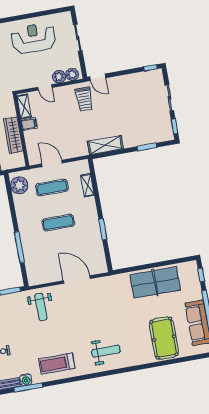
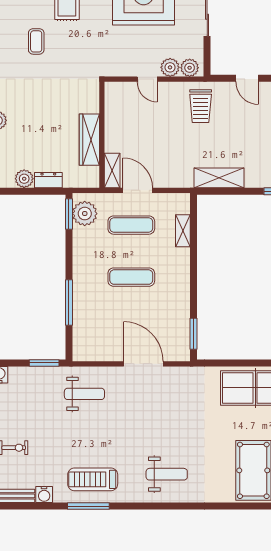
door: (98, 77) -> (247, 78), moved
shelving: (24, 106) -> (112, 171), moved
filing cabinet: (29, 124) -> (115, 128), removed
window: (9, 188) -> (69, 214), added
window: (103, 229) -> (194, 334), moved
weight bench: (41, 307) -> (84, 394), turned -90
window: (28, 387) -> (88, 506), moved

